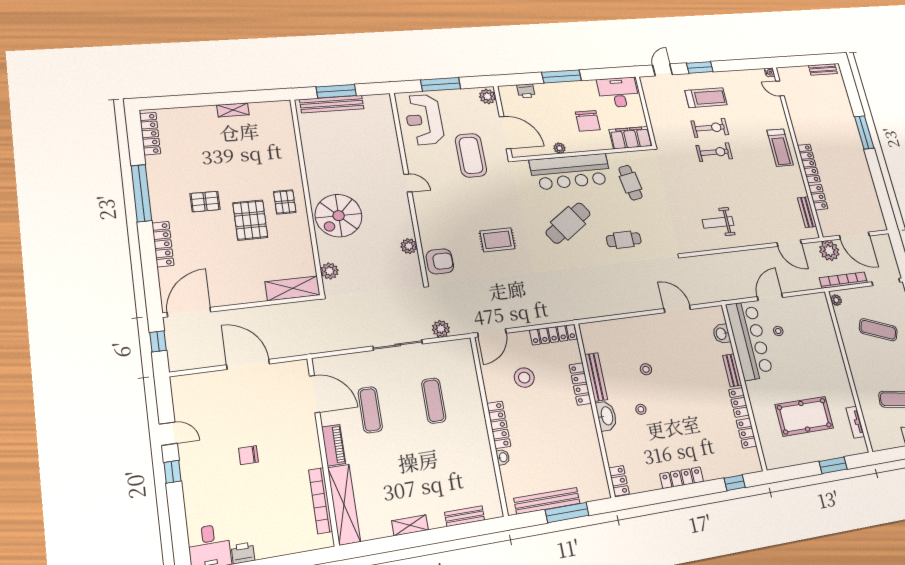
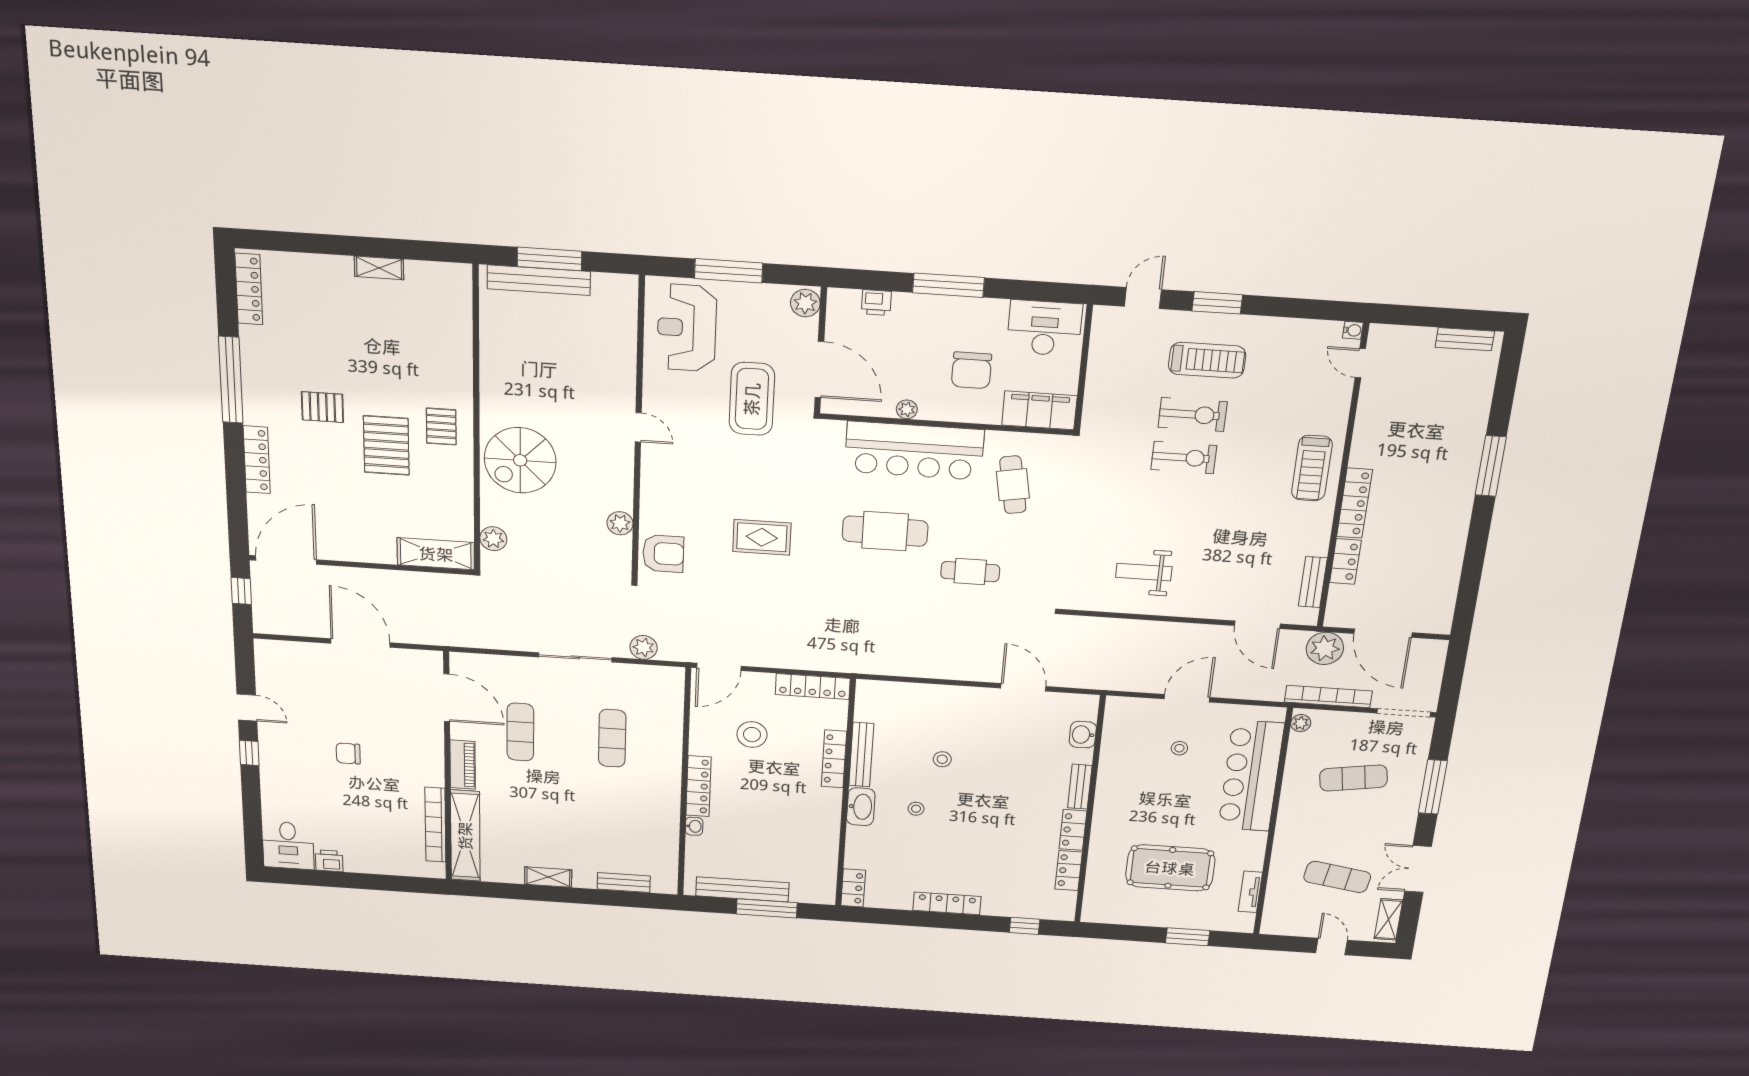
cafe table: (568, 223) -> (885, 531), turned 34
exercise mat: (878, 330) -> (1353, 778), turned -30
bar counter: (749, 340) -> (1251, 776), moved, turned 180

